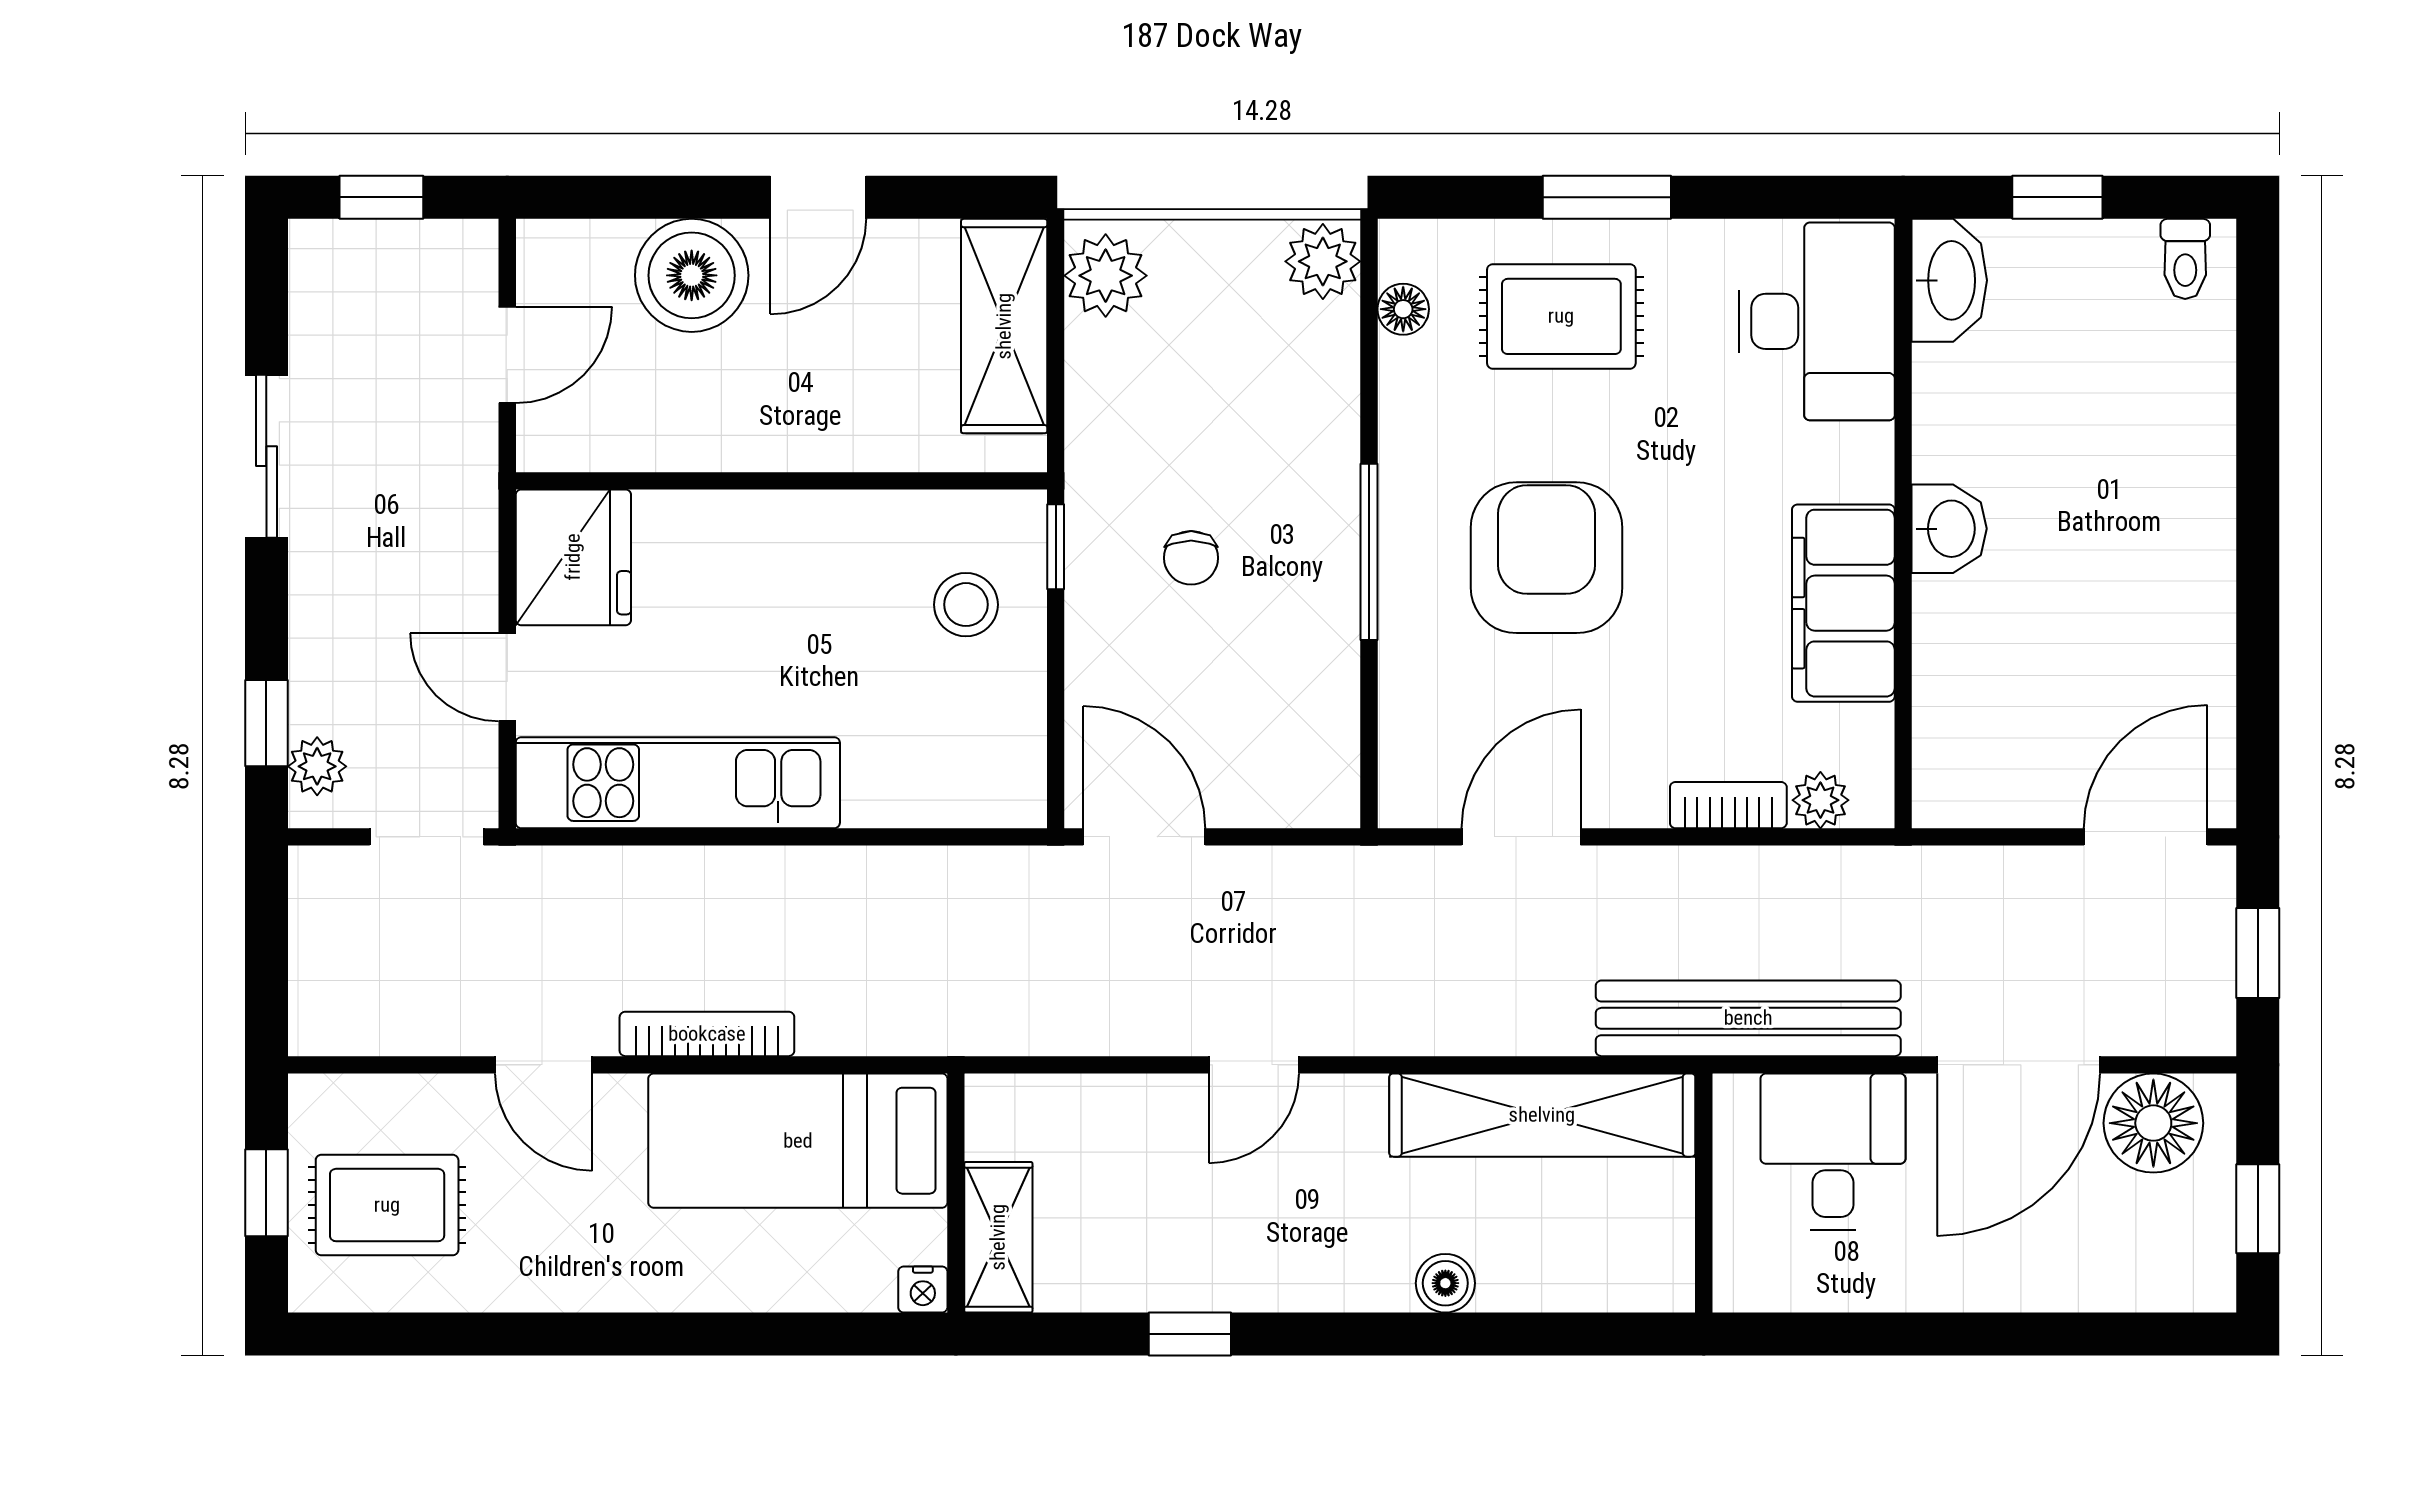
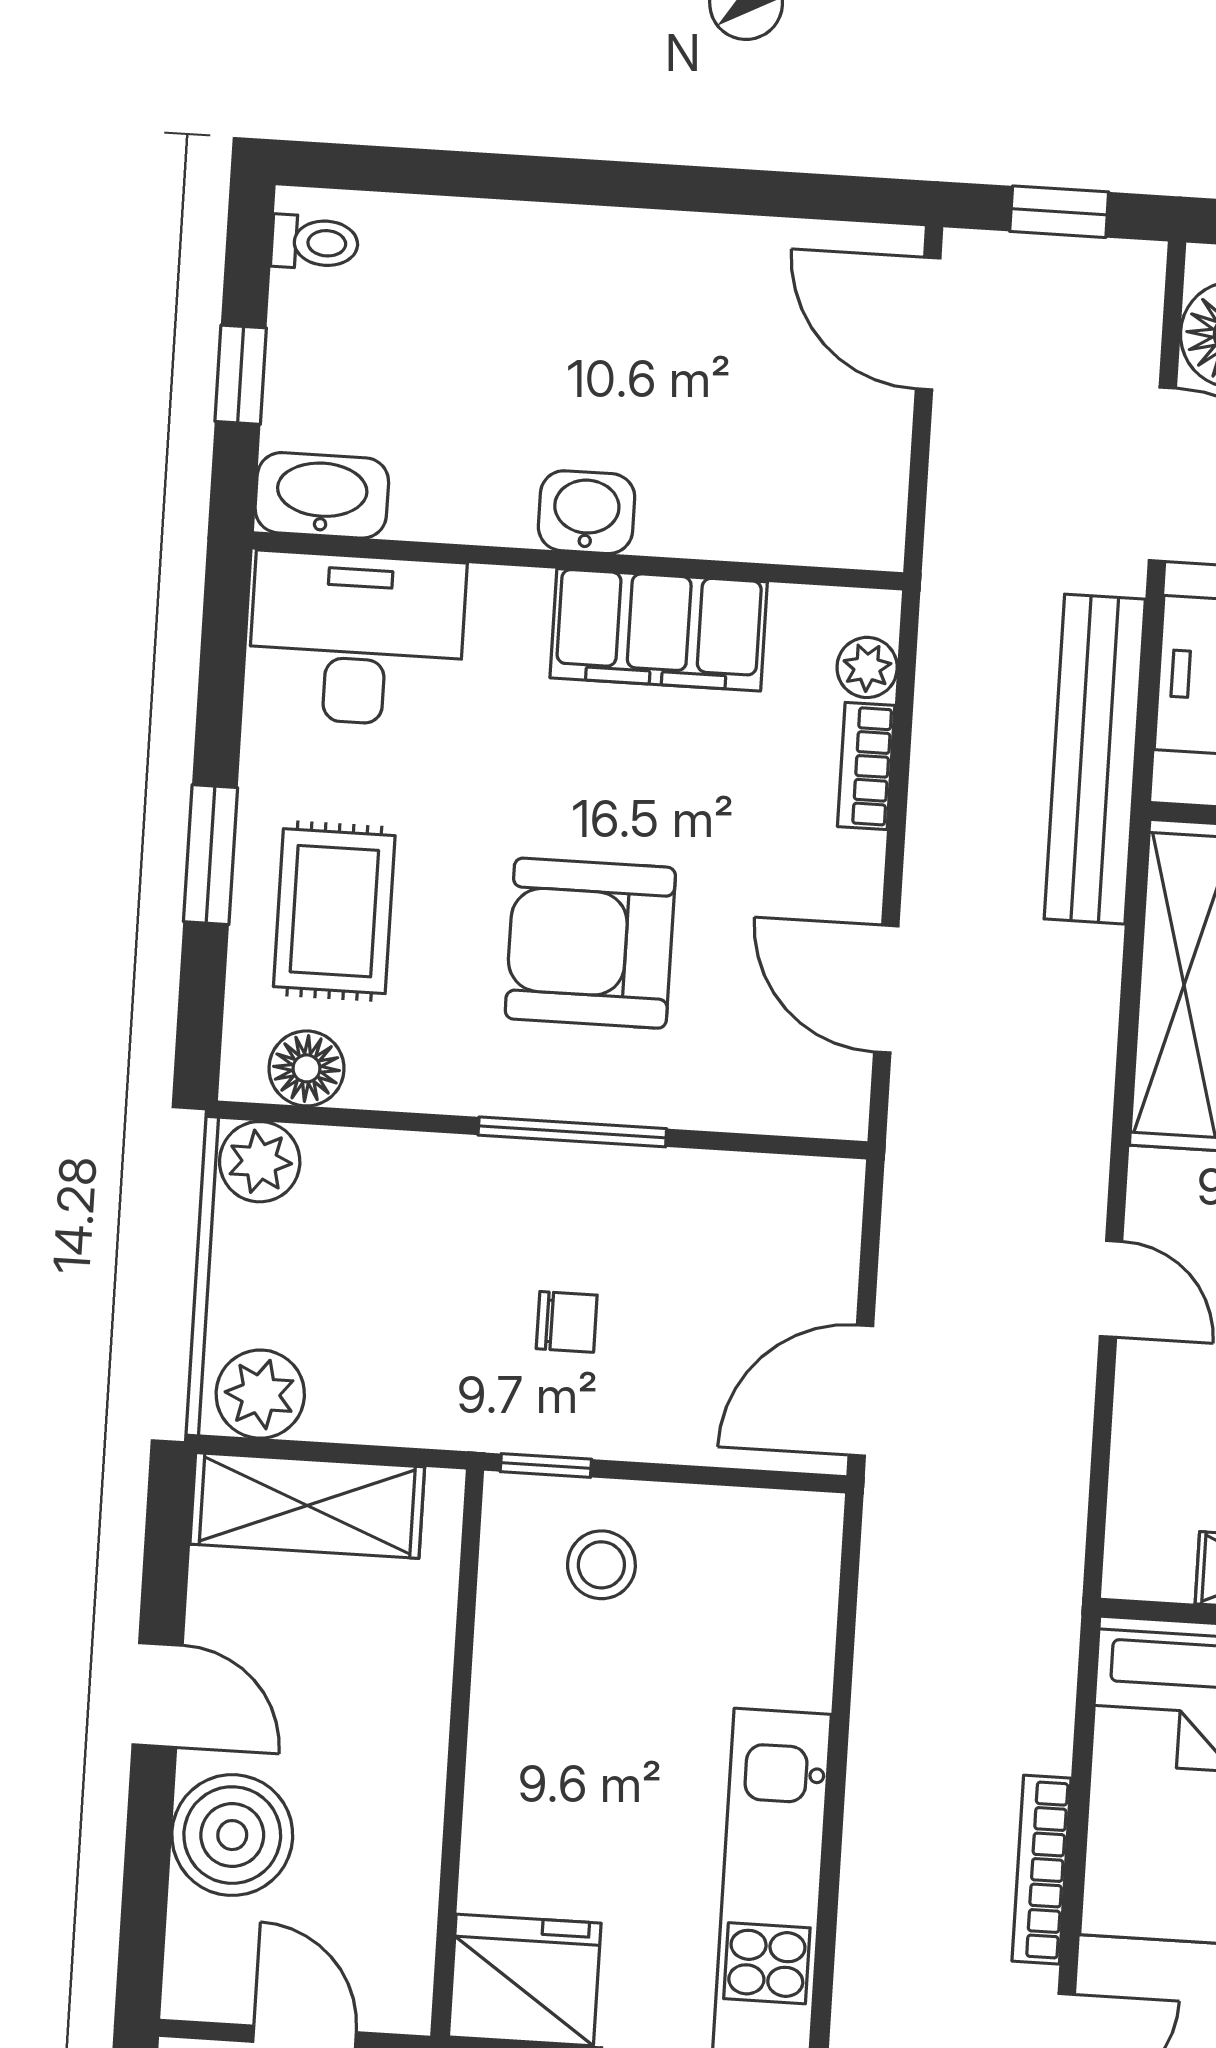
floor lamp: (1403, 309) -> (306, 1068), width x1.37, depth x1.37

